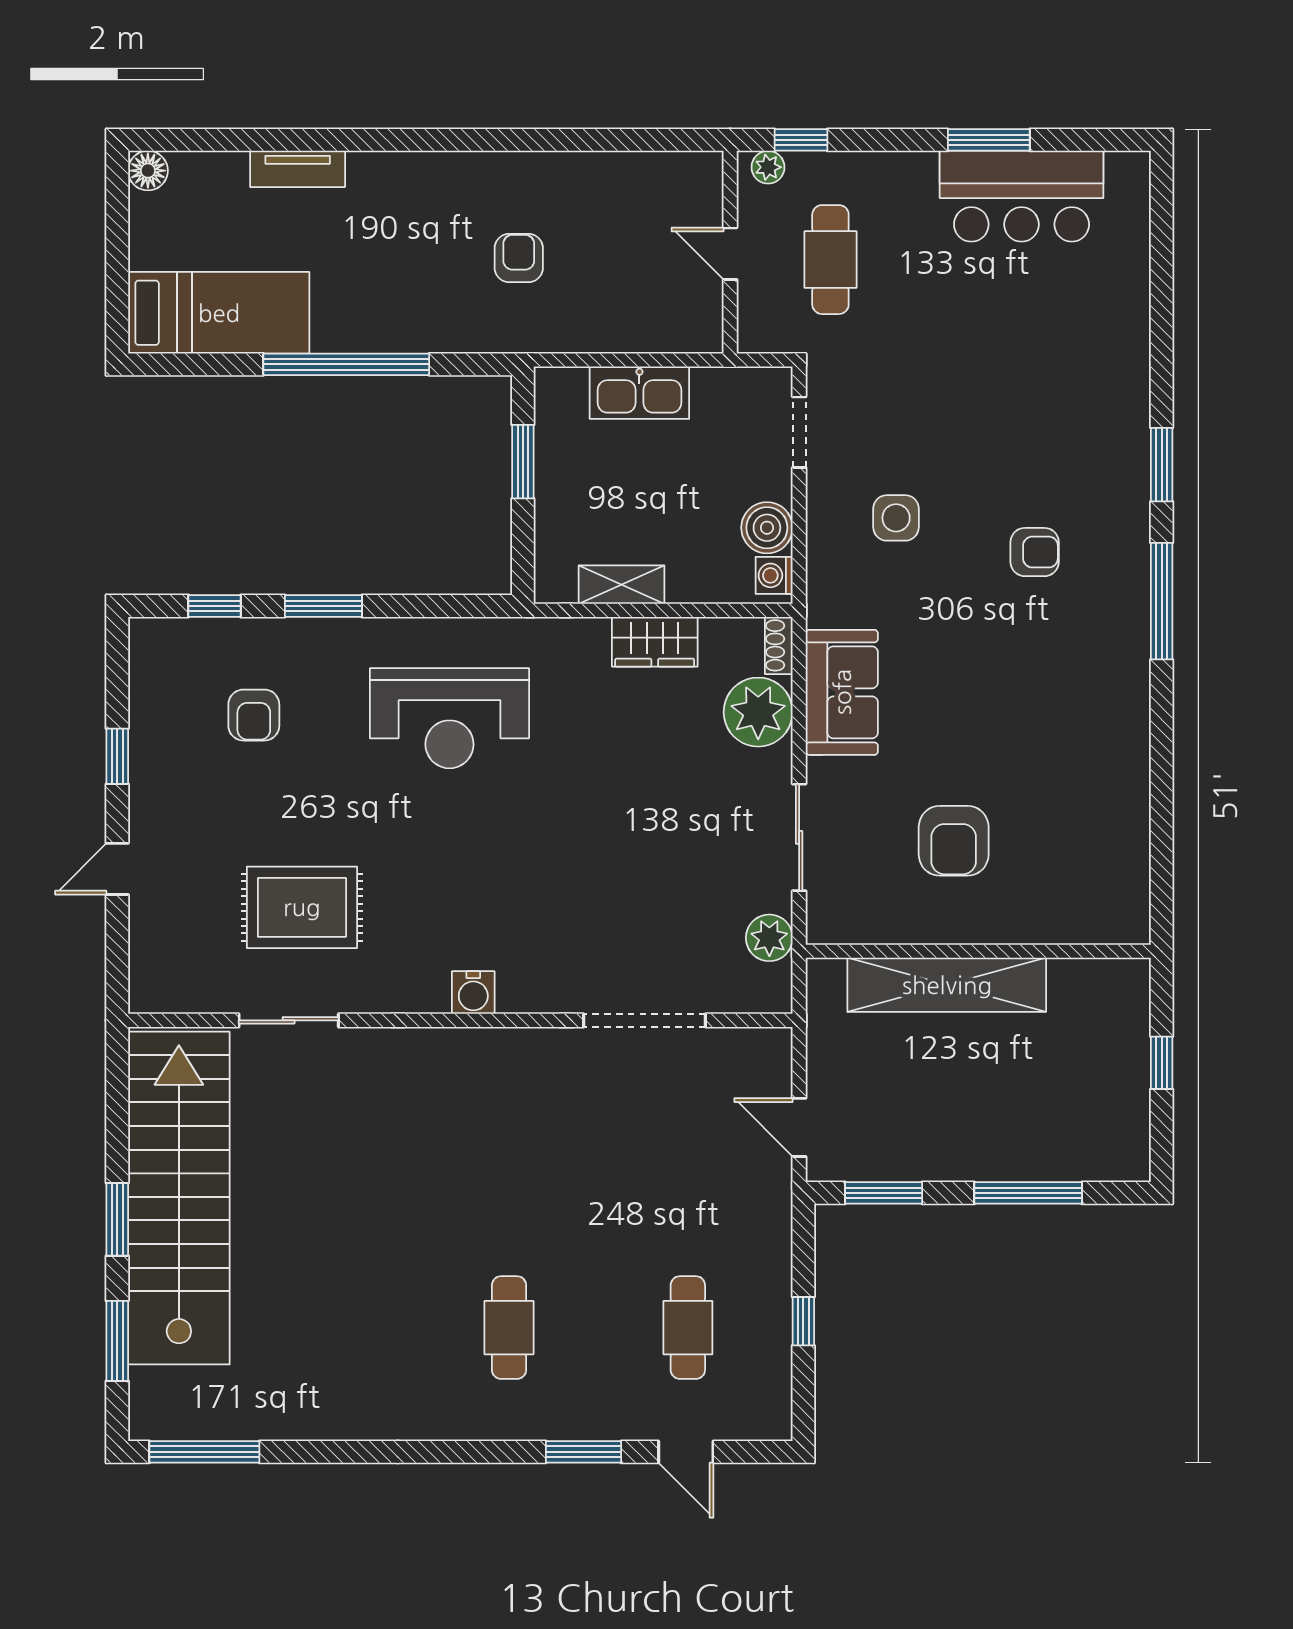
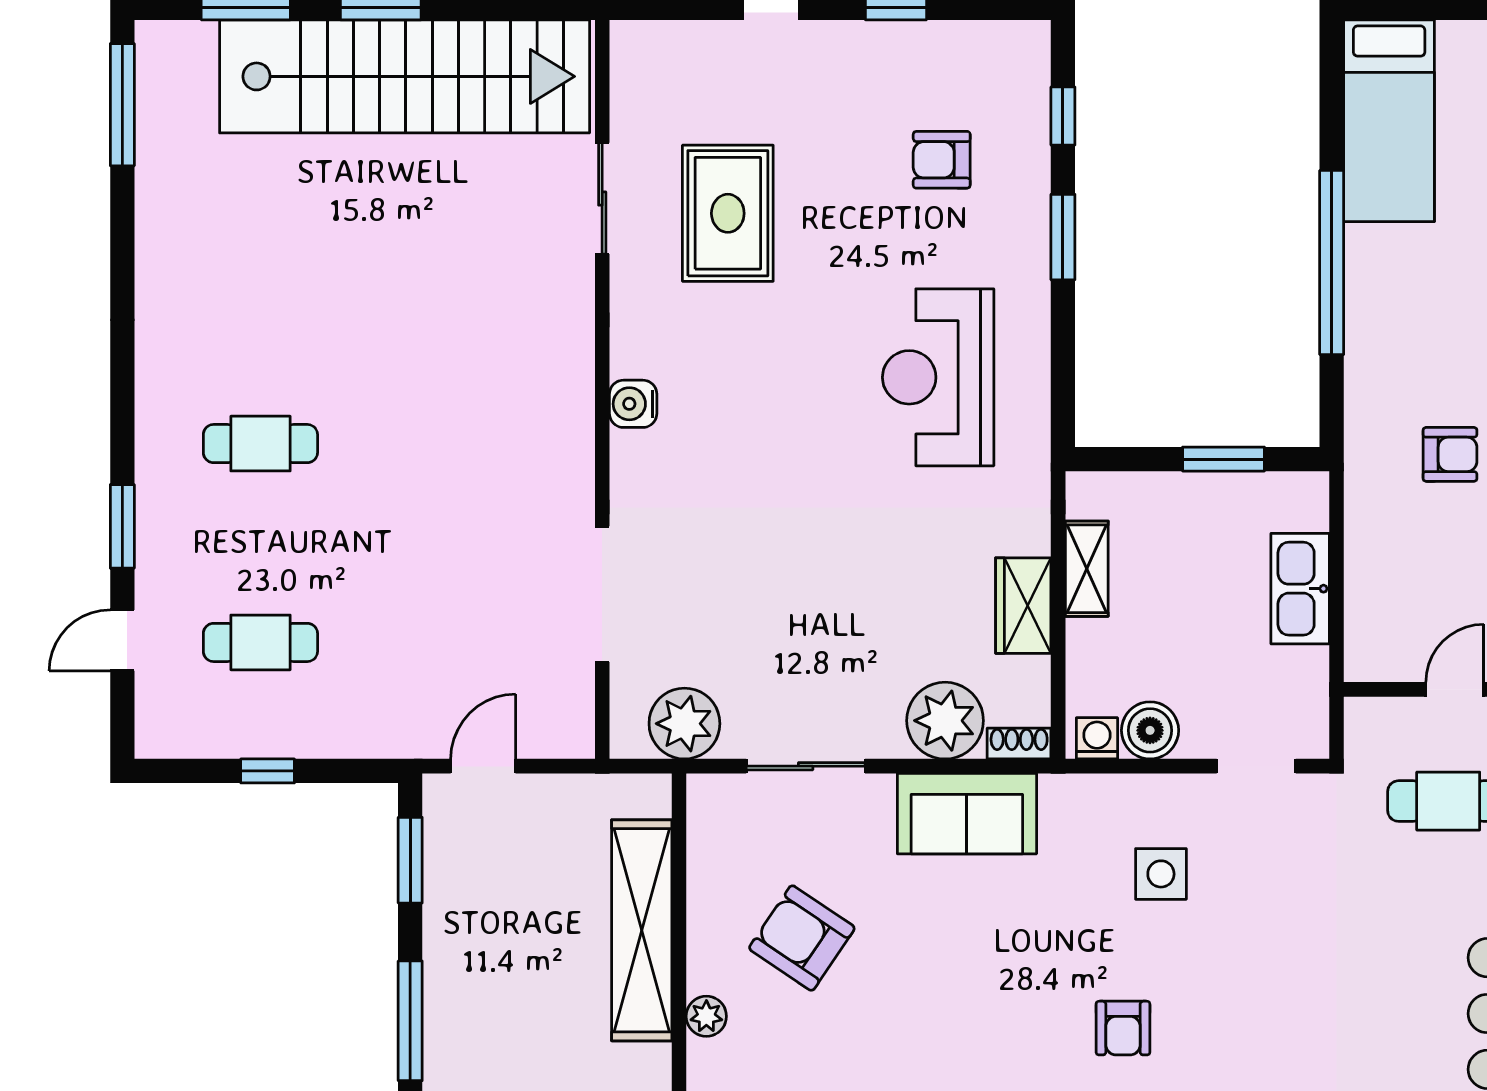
armchair: (954, 841) -> (802, 938), turned 34
plant: (1024, 927) -> (706, 1016), added
plant: (769, 938) -> (684, 724), width x1.36, depth x1.36

